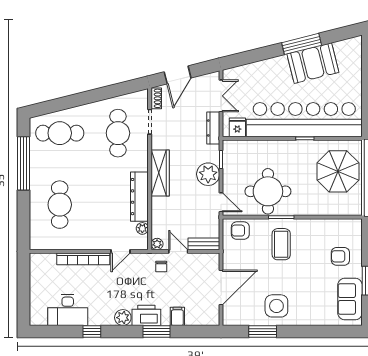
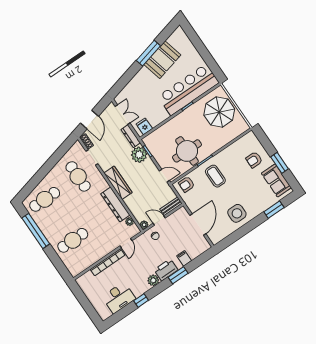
bar counter: (304, 120) -> (189, 90), width x0.73
plant: (208, 174) -> (139, 155), moved
cafe table: (60, 205) -> (73, 240), turned 90
window: (263, 332) -> (274, 210), moved

